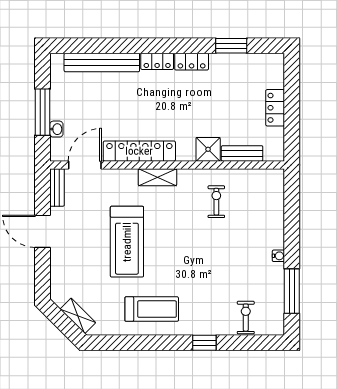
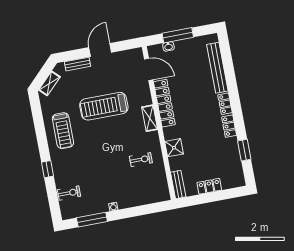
bench: (242, 153) -> (178, 184), moved
bench: (57, 187) -> (77, 64), moved

